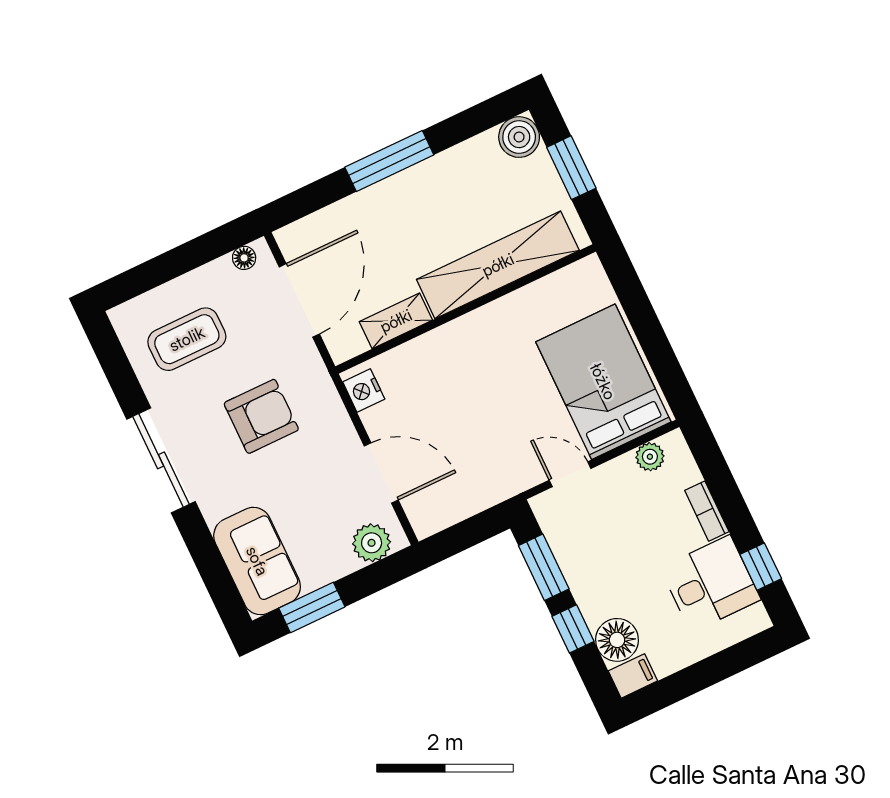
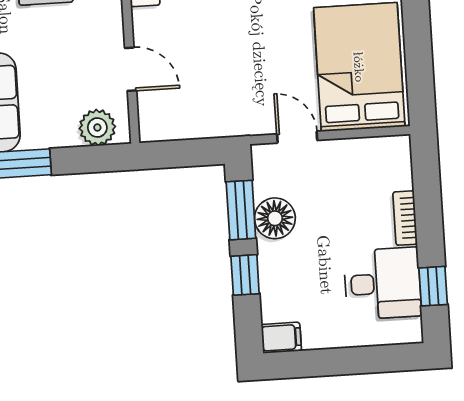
plant: (650, 457) -> (374, 150), removed
door: (381, 473) -> (131, 69), width x0.73
floor lamp: (617, 640) -> (275, 218), moved

